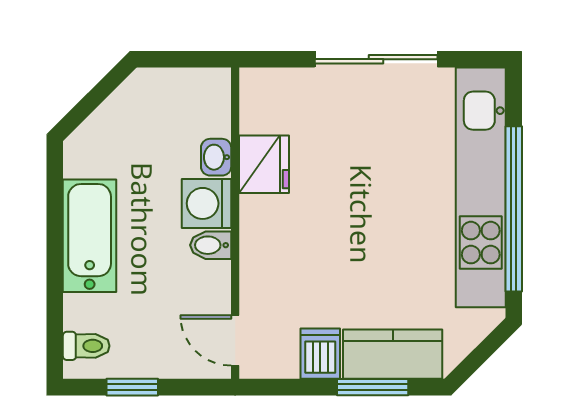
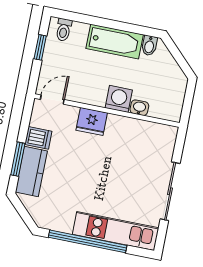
fridge: (264, 164) -> (92, 121), moved
kitchen unit: (481, 187) -> (116, 231), width x0.73
bidet: (211, 245) -> (149, 46), moved, turned 180

